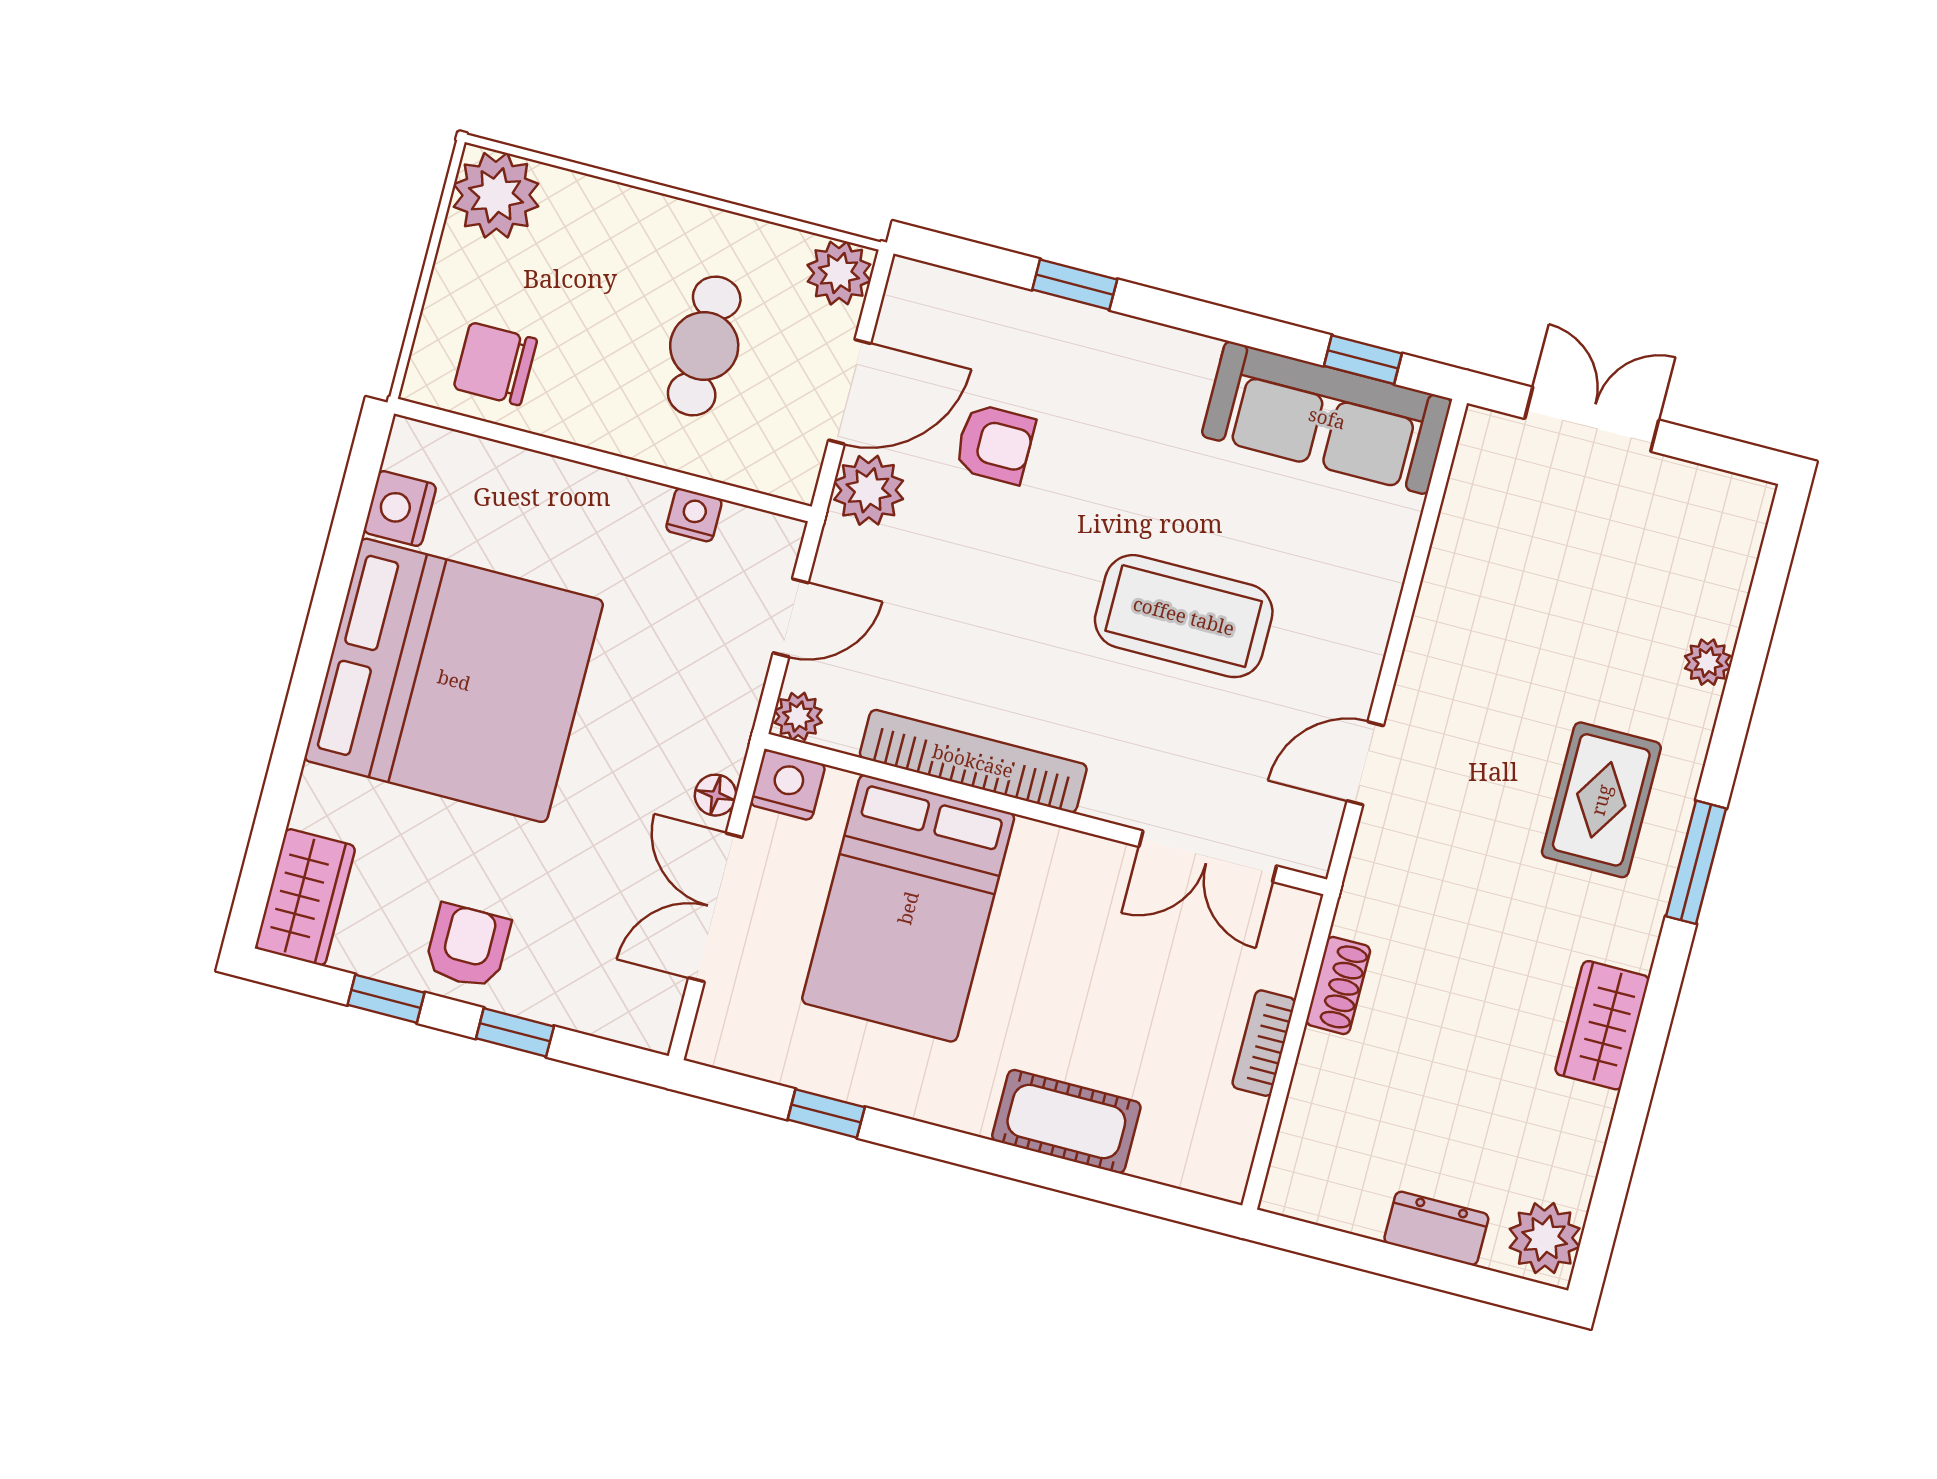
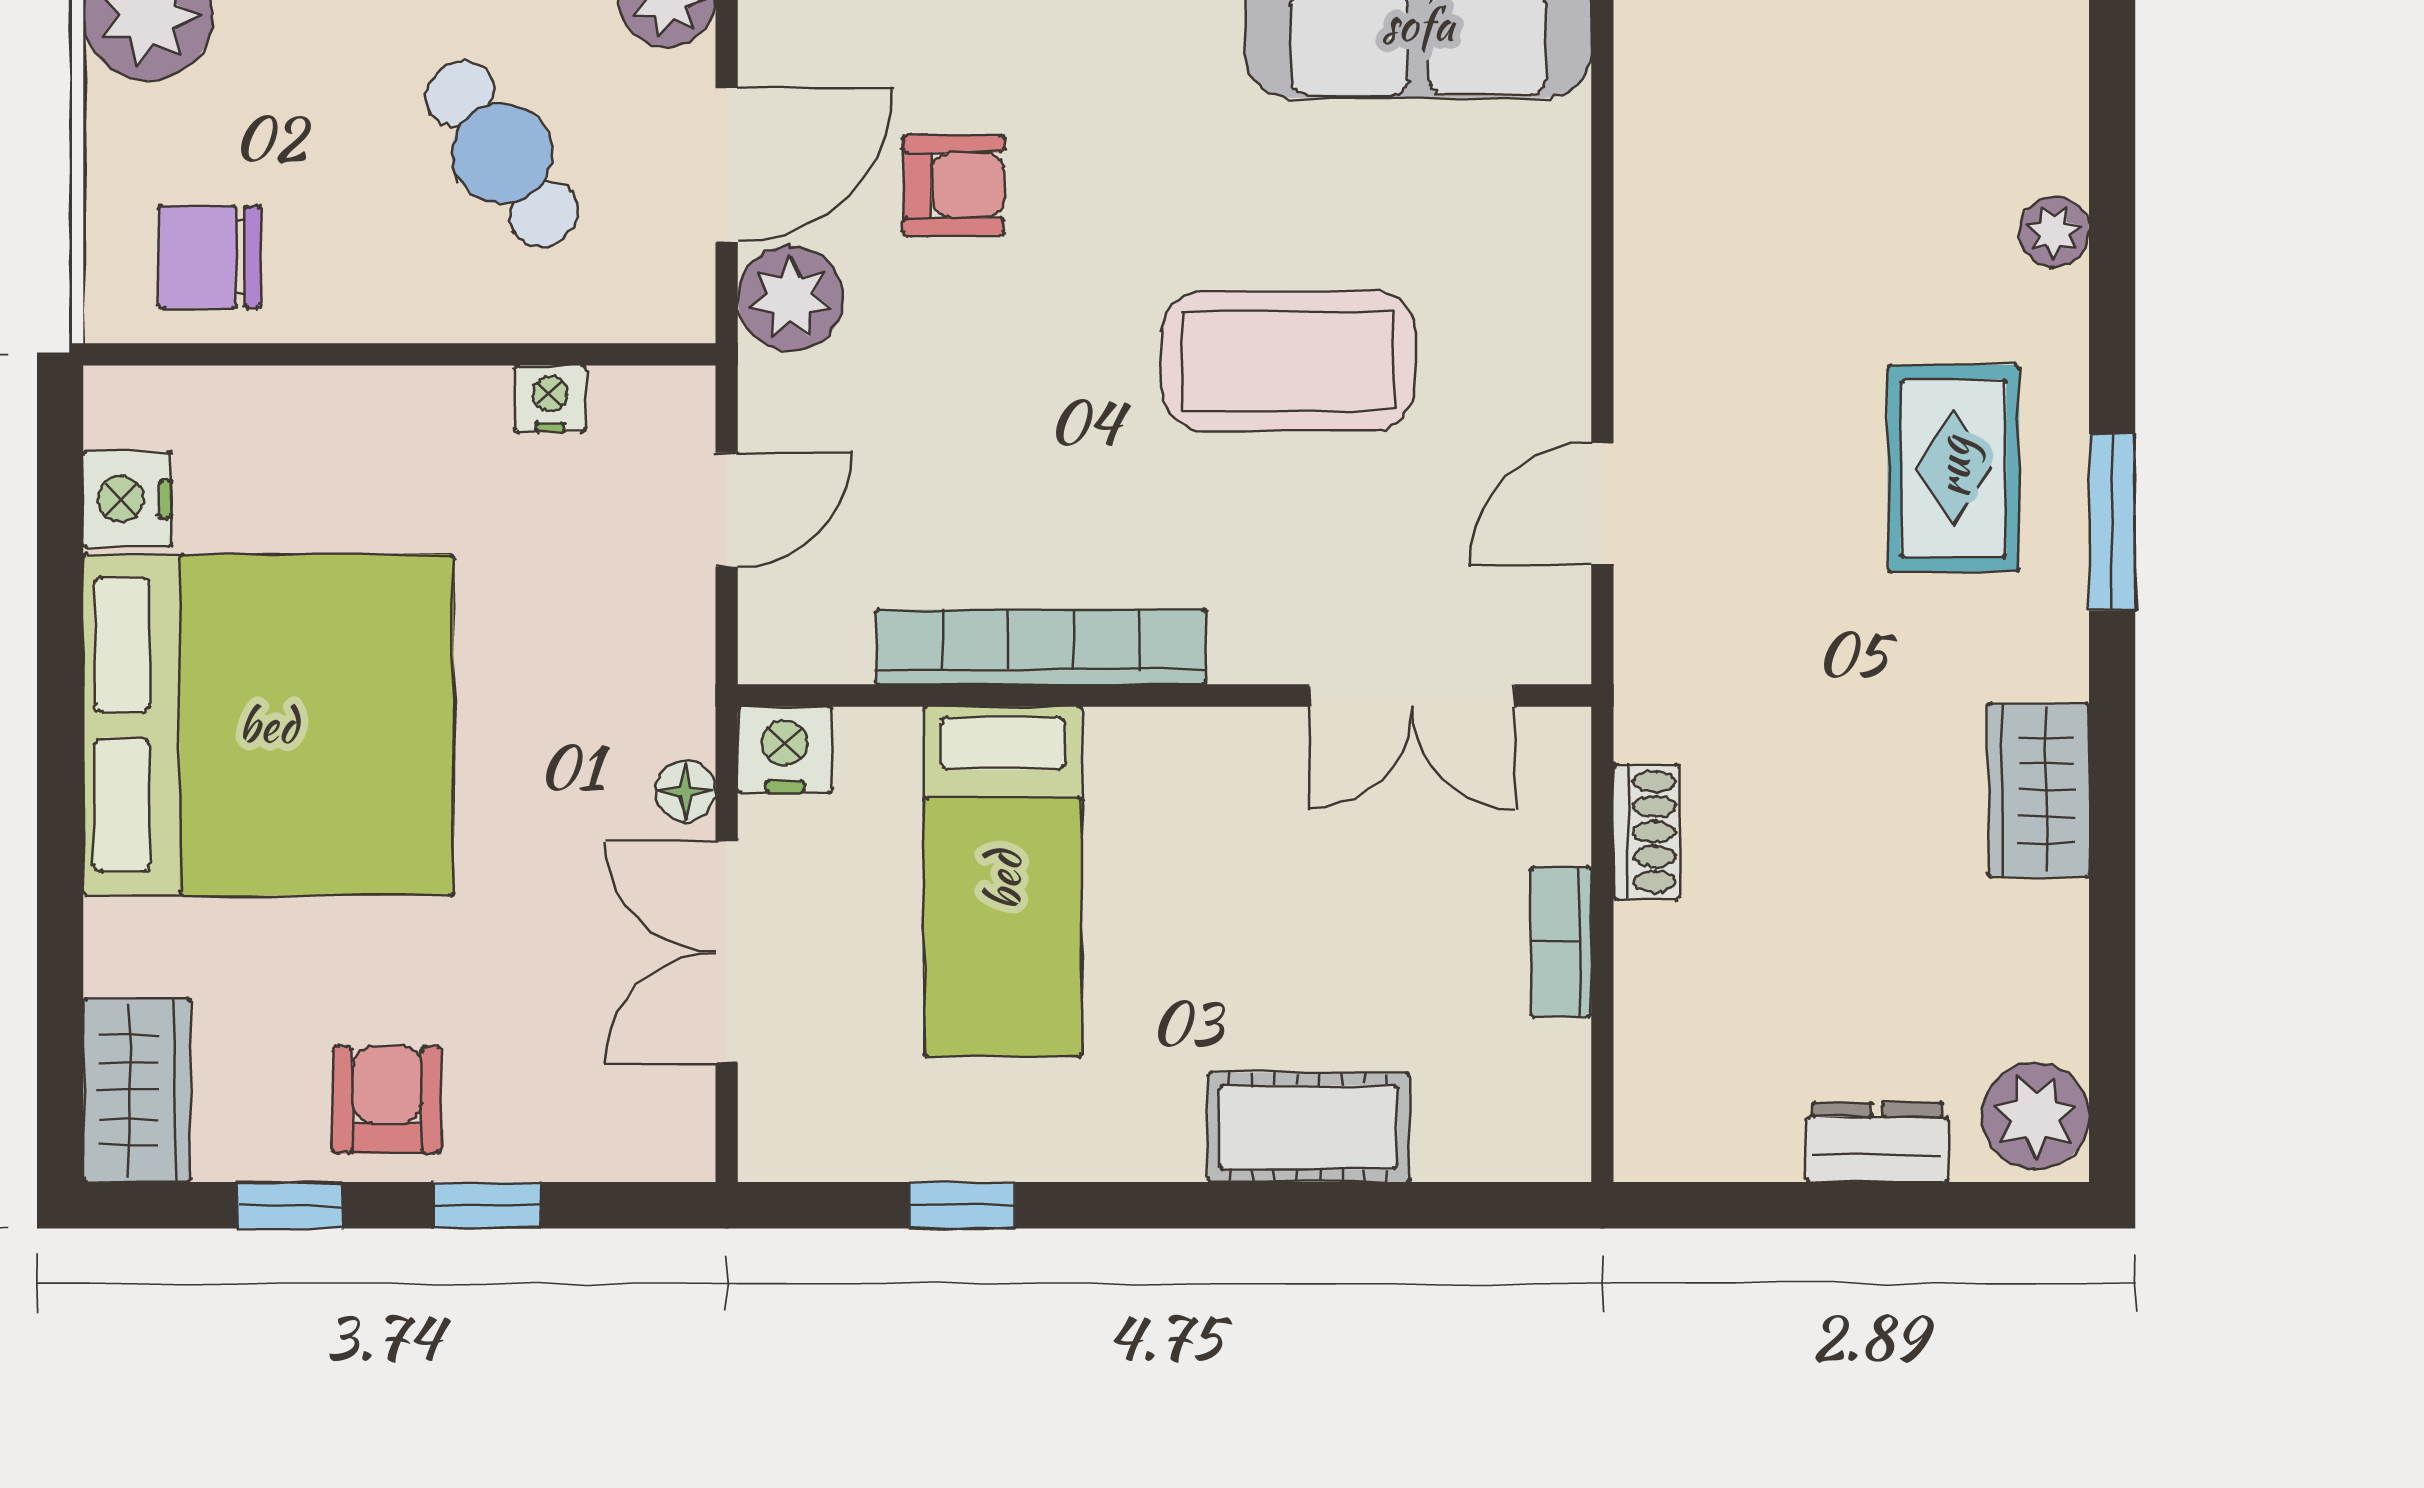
cafe table: (704, 346) -> (502, 154), turned -35
plant: (798, 716) -> (774, 648), removed
bed: (908, 908) -> (1003, 881), width x0.67

